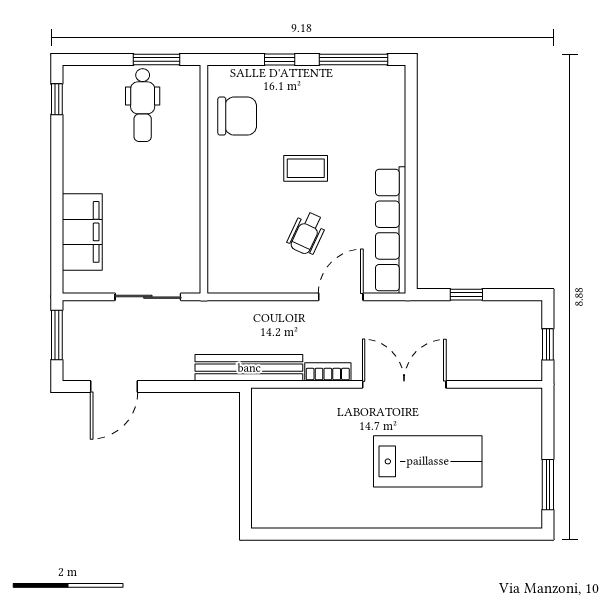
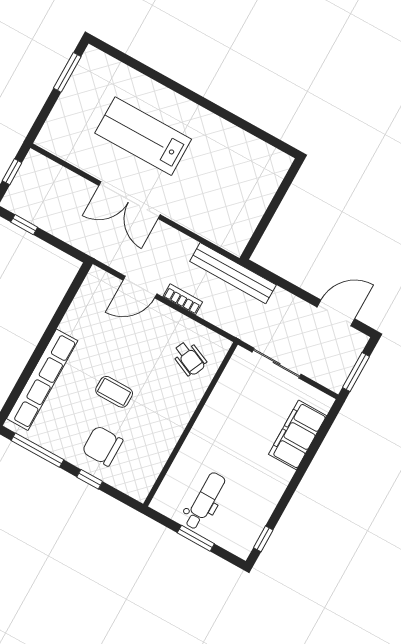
window: (157, 59) -> (196, 538), moved
chair: (237, 116) -> (102, 446), moved
row of seats: (391, 230) -> (42, 380), moved
wheelchair: (307, 233) -> (189, 358), moved, turned 89
window: (466, 295) -> (24, 225), moved
bookcase: (328, 372) -> (183, 299), moved, turned 180

